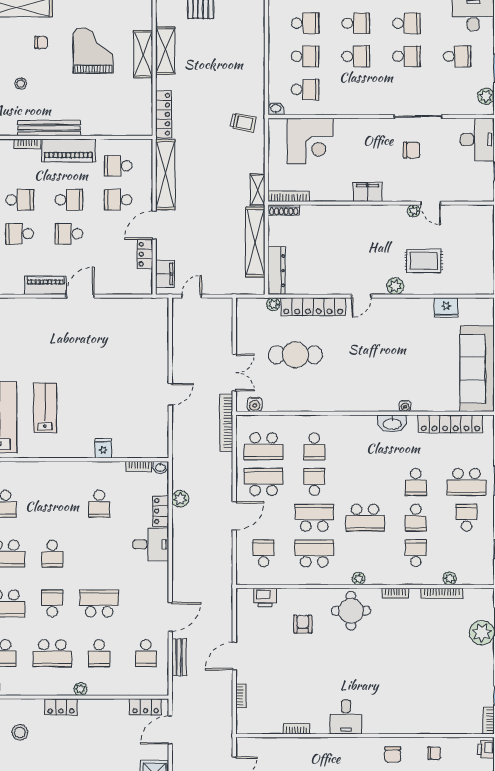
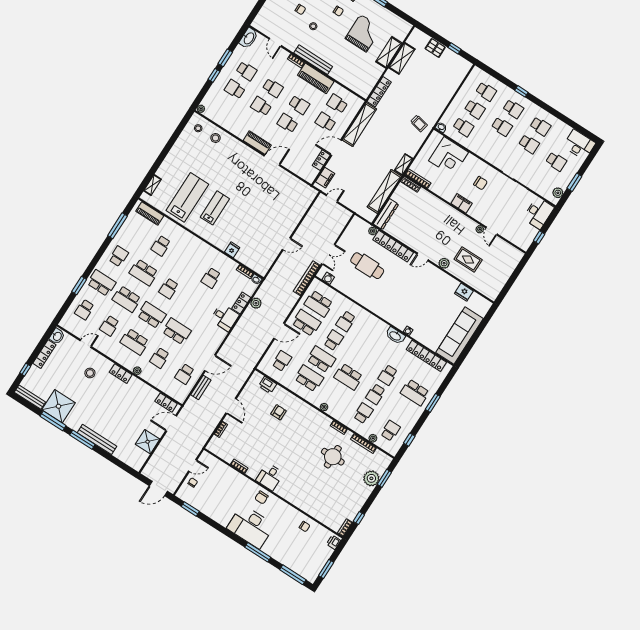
chair: (412, 150) -> (481, 183), moved
school desk: (466, 518) -> (390, 431), moved
school desk: (52, 603) -> (152, 315), width x1.85
round table: (351, 611) -> (333, 457), moved
door: (234, 656) -> (231, 406), swing flipped
chair: (393, 755) -> (262, 497), moved

